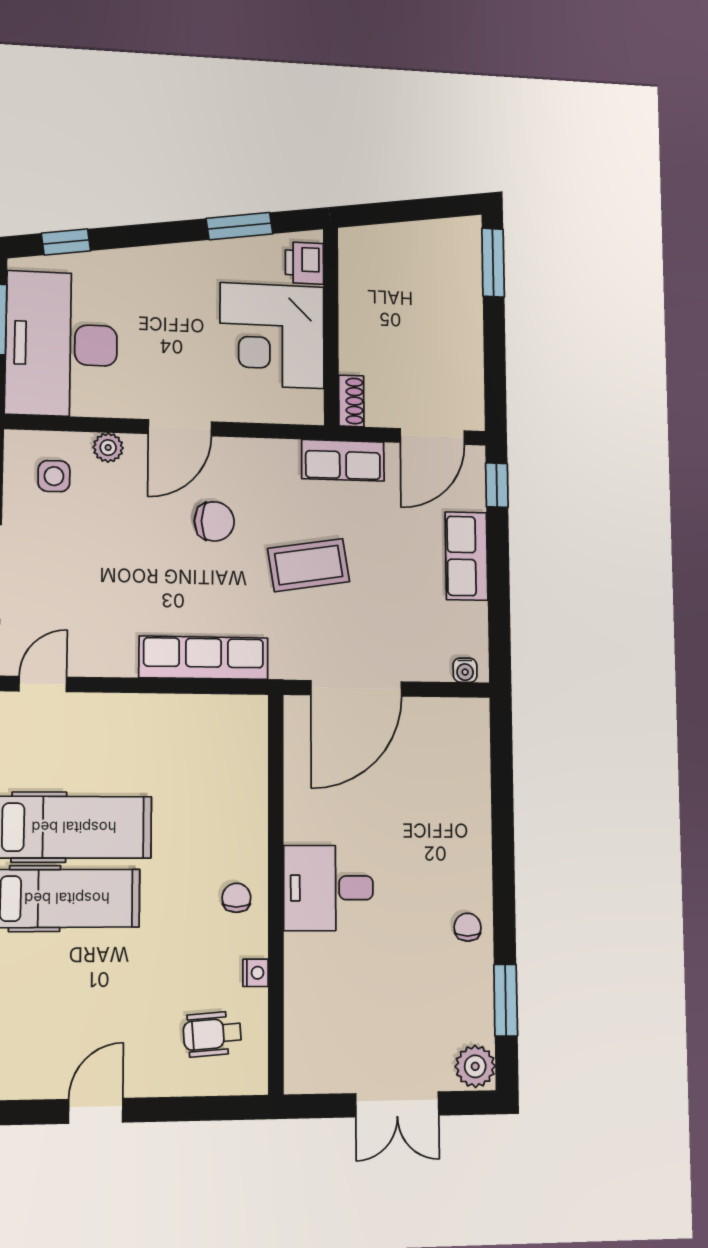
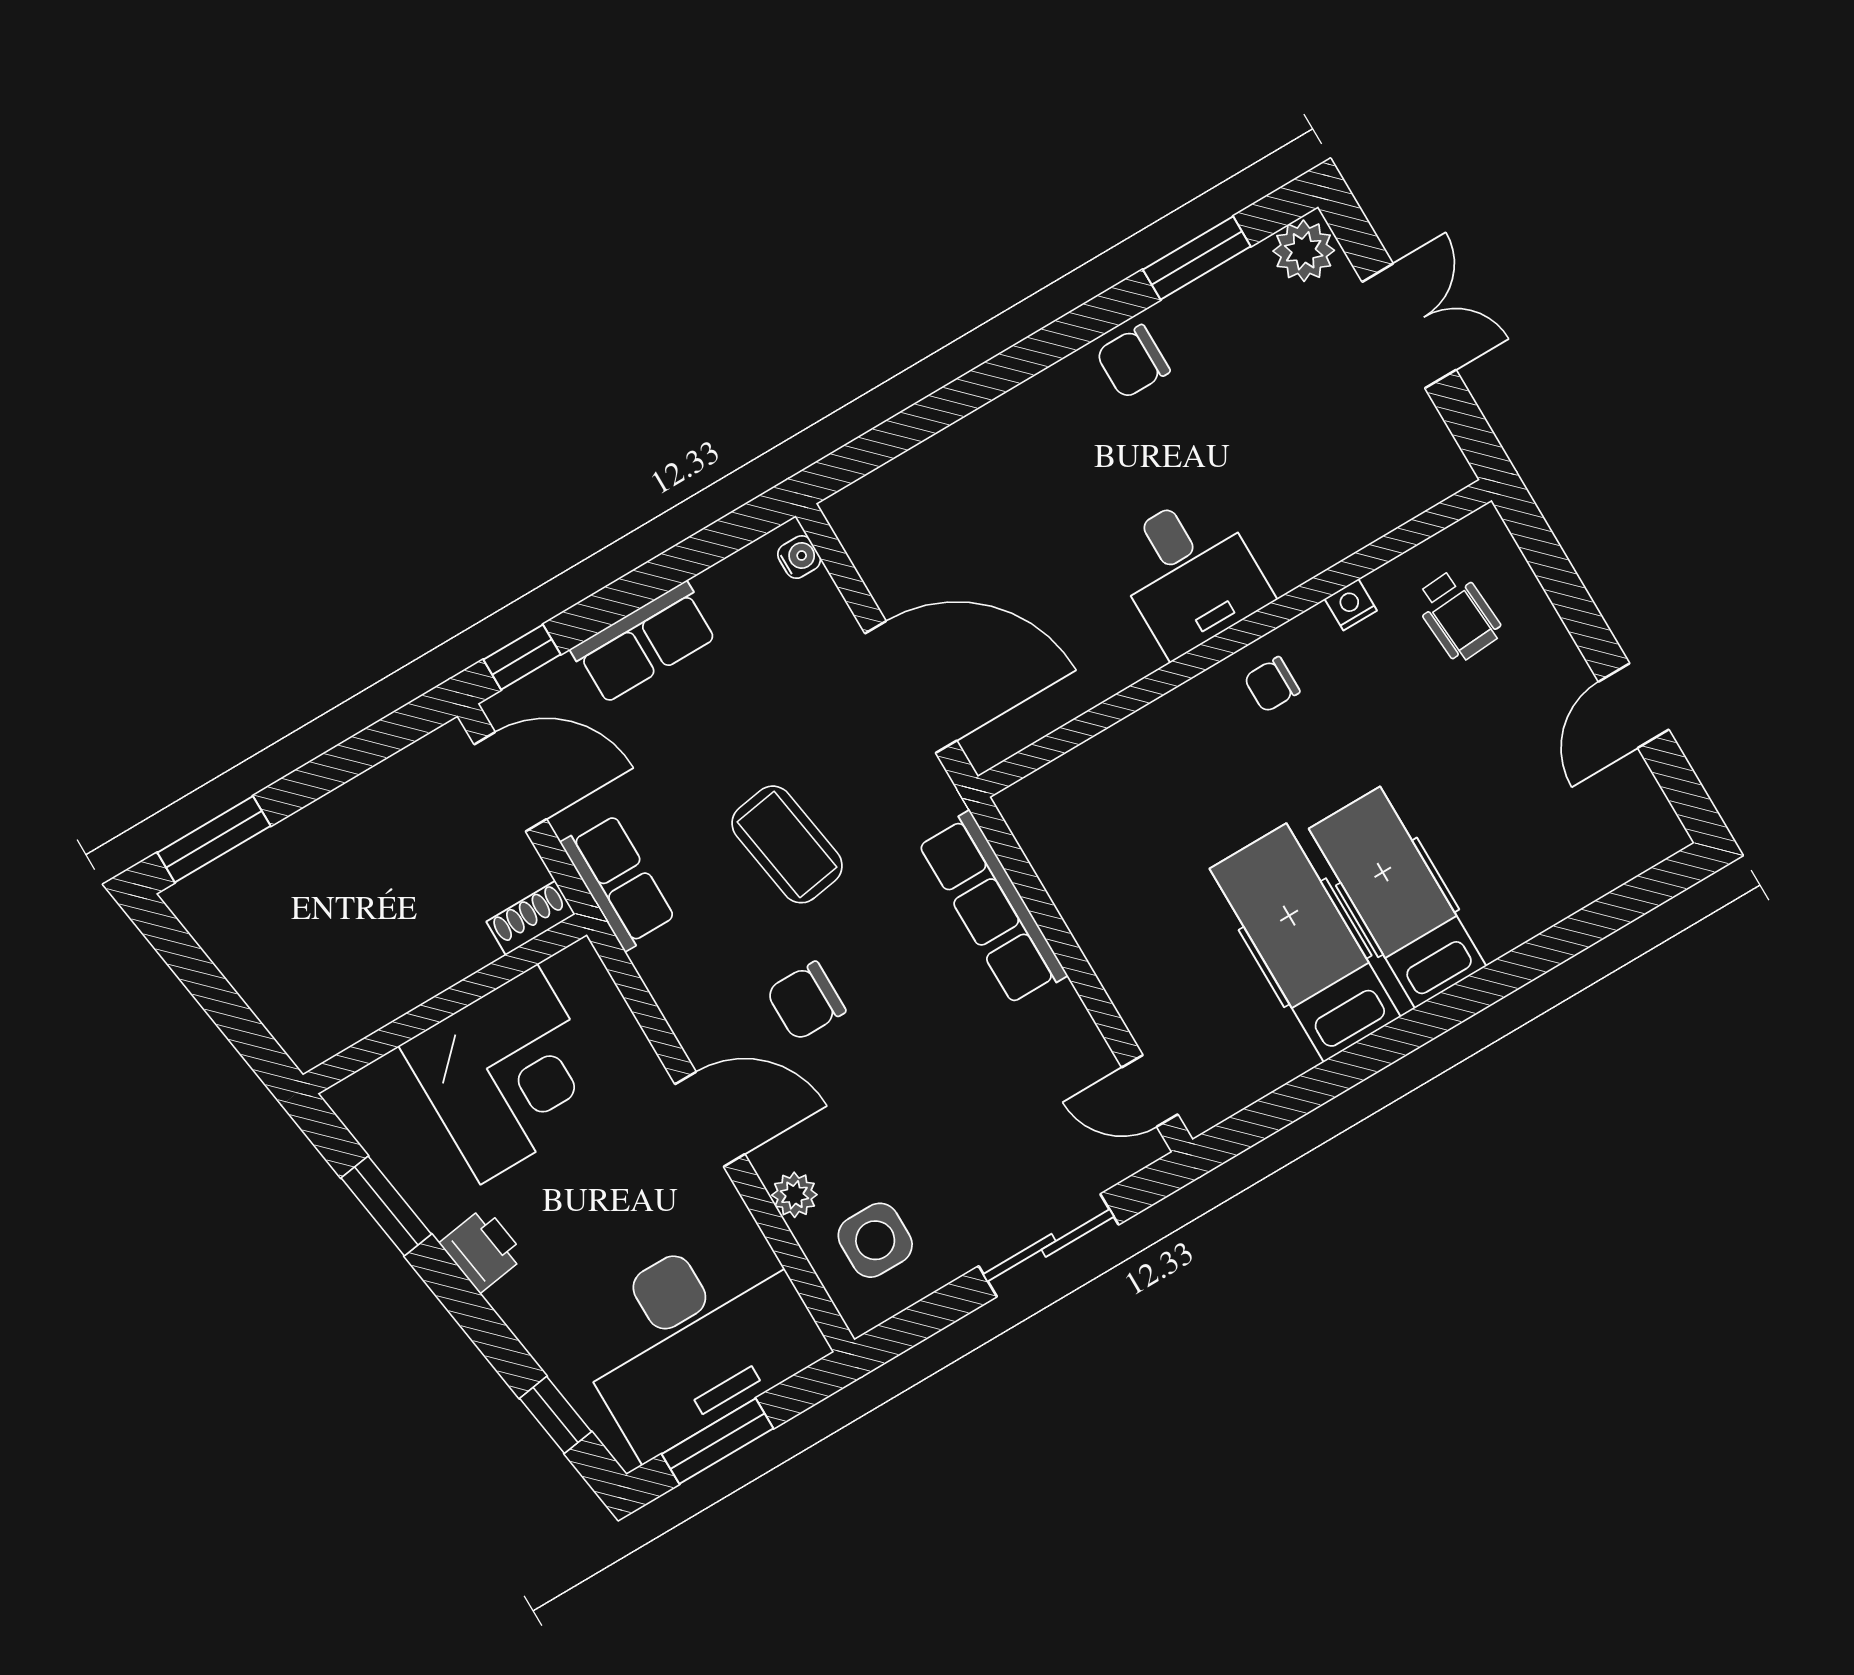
printer: (304, 263) -> (482, 1250), moved, turned -98
side table: (54, 476) -> (875, 1240), width x1.37, depth x1.37
chair: (214, 521) -> (806, 1001), turned -90
chair: (468, 927) -> (1133, 362), width x1.37, depth x1.37
door: (96, 1111) -> (1634, 706), hinge flipped

